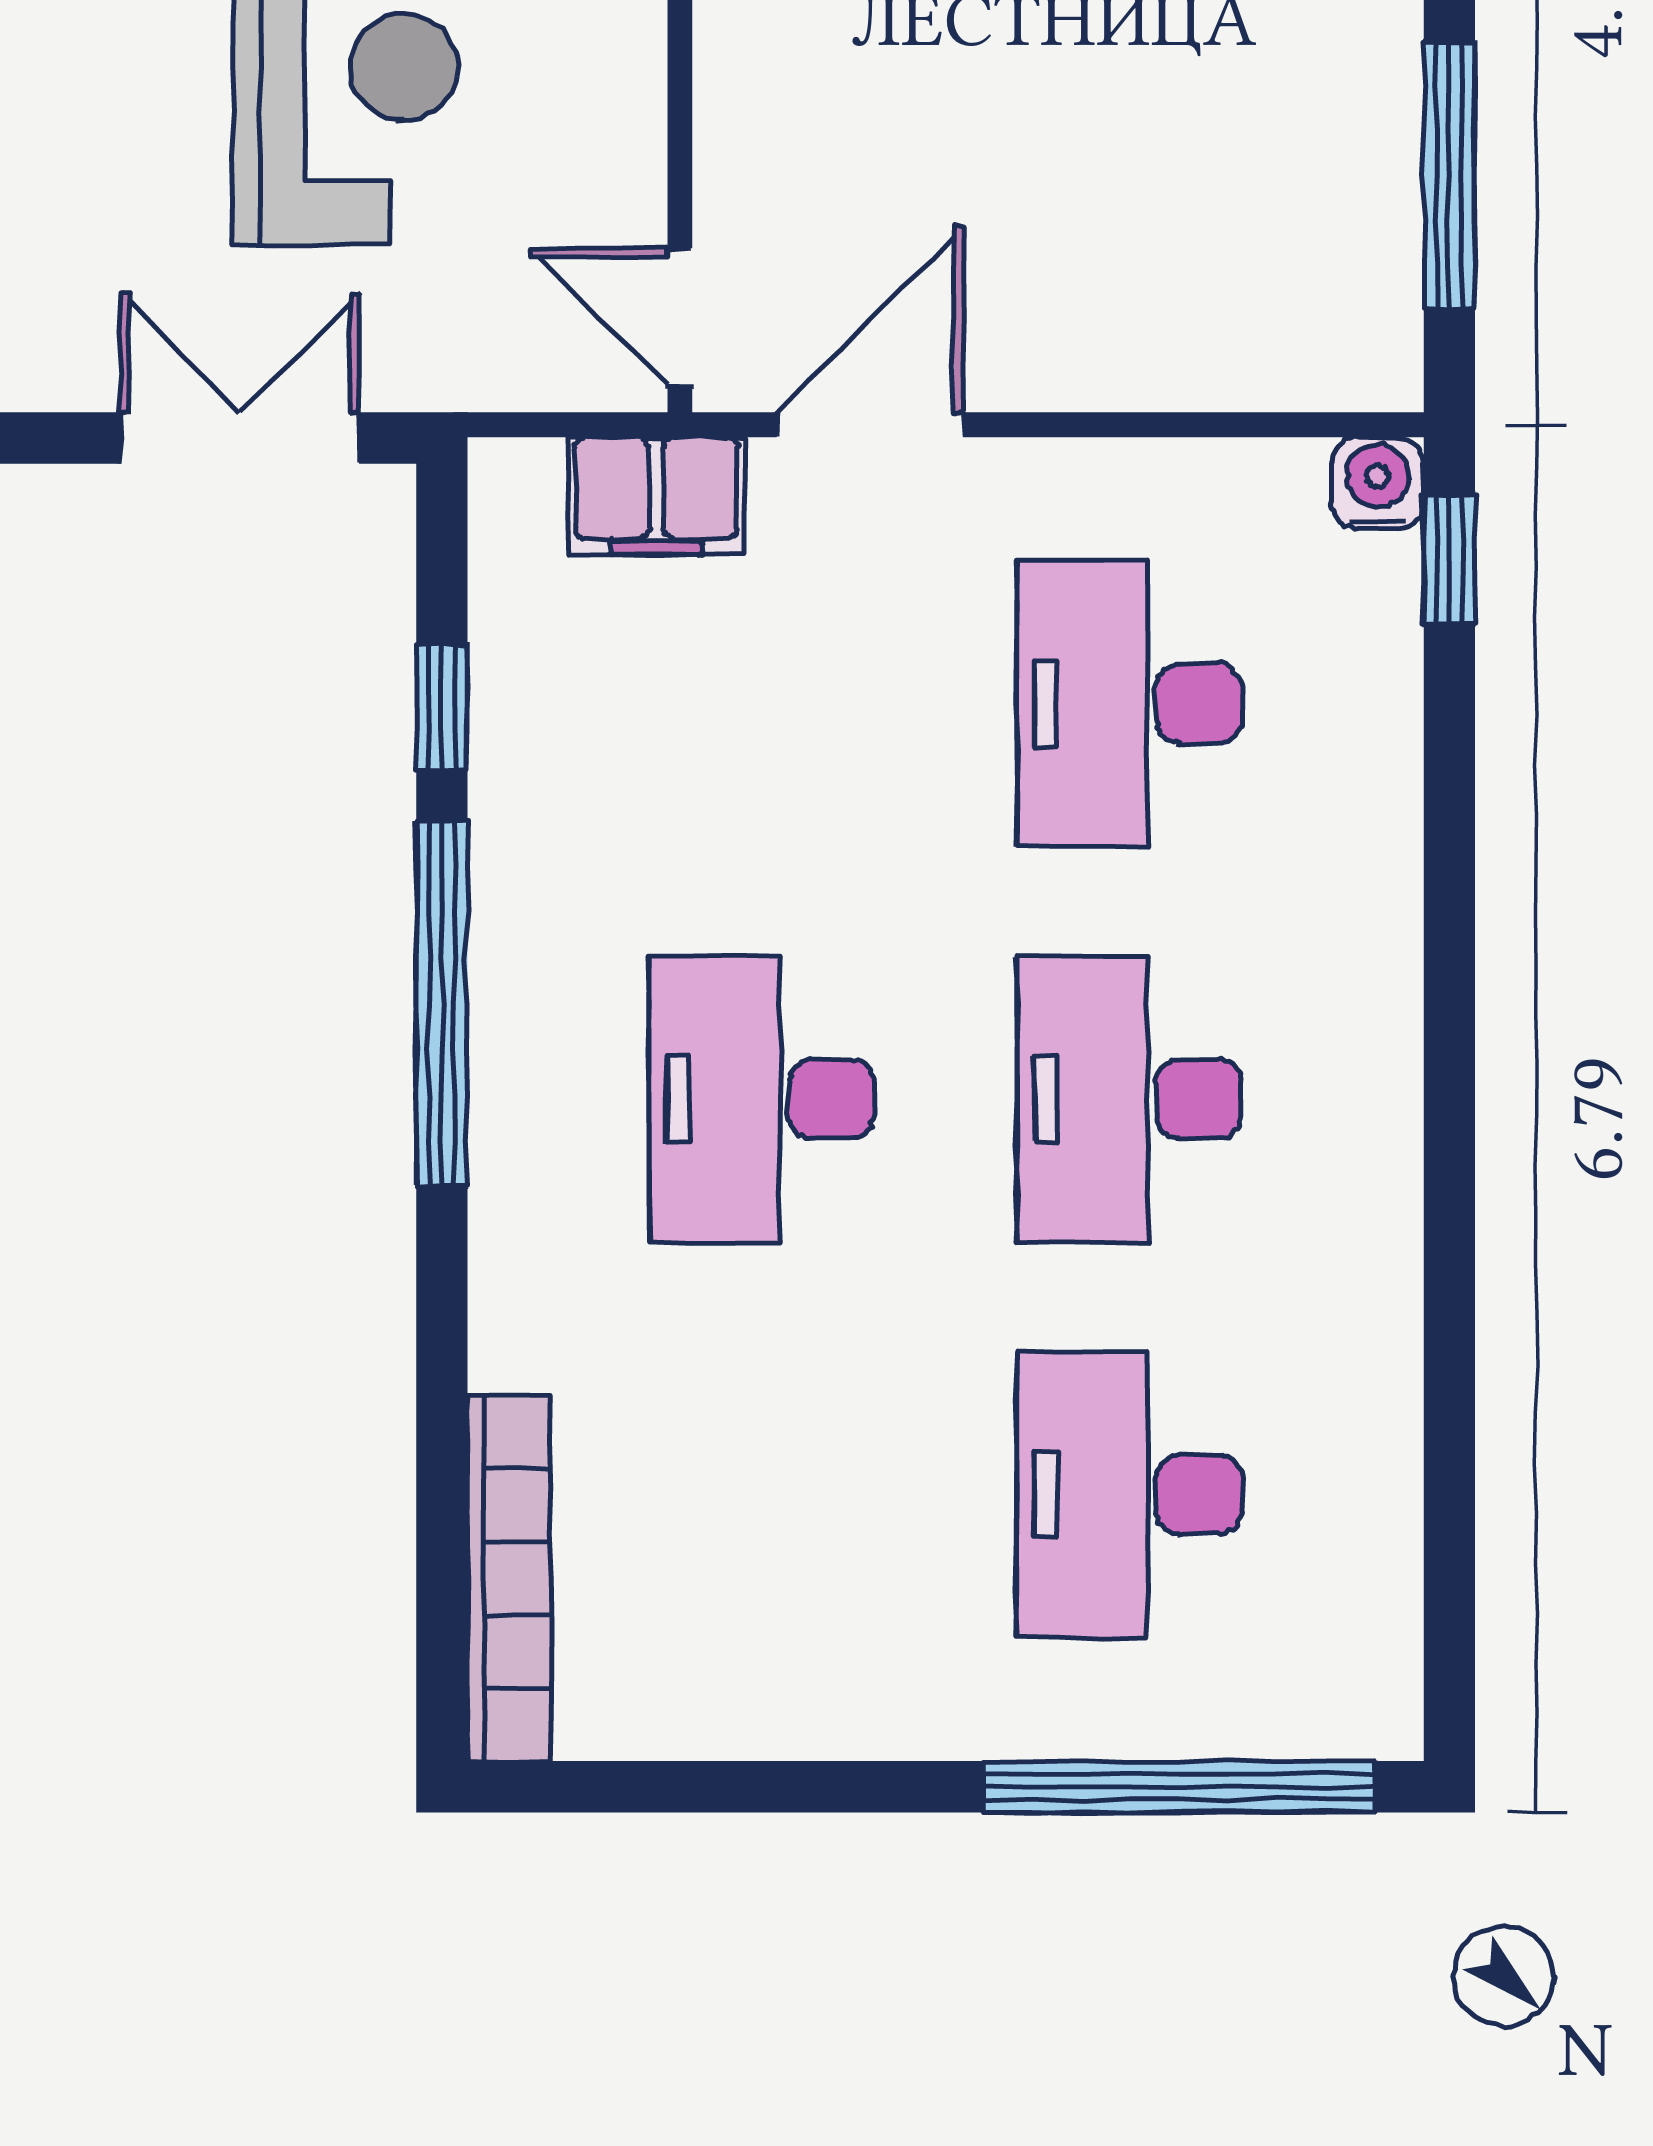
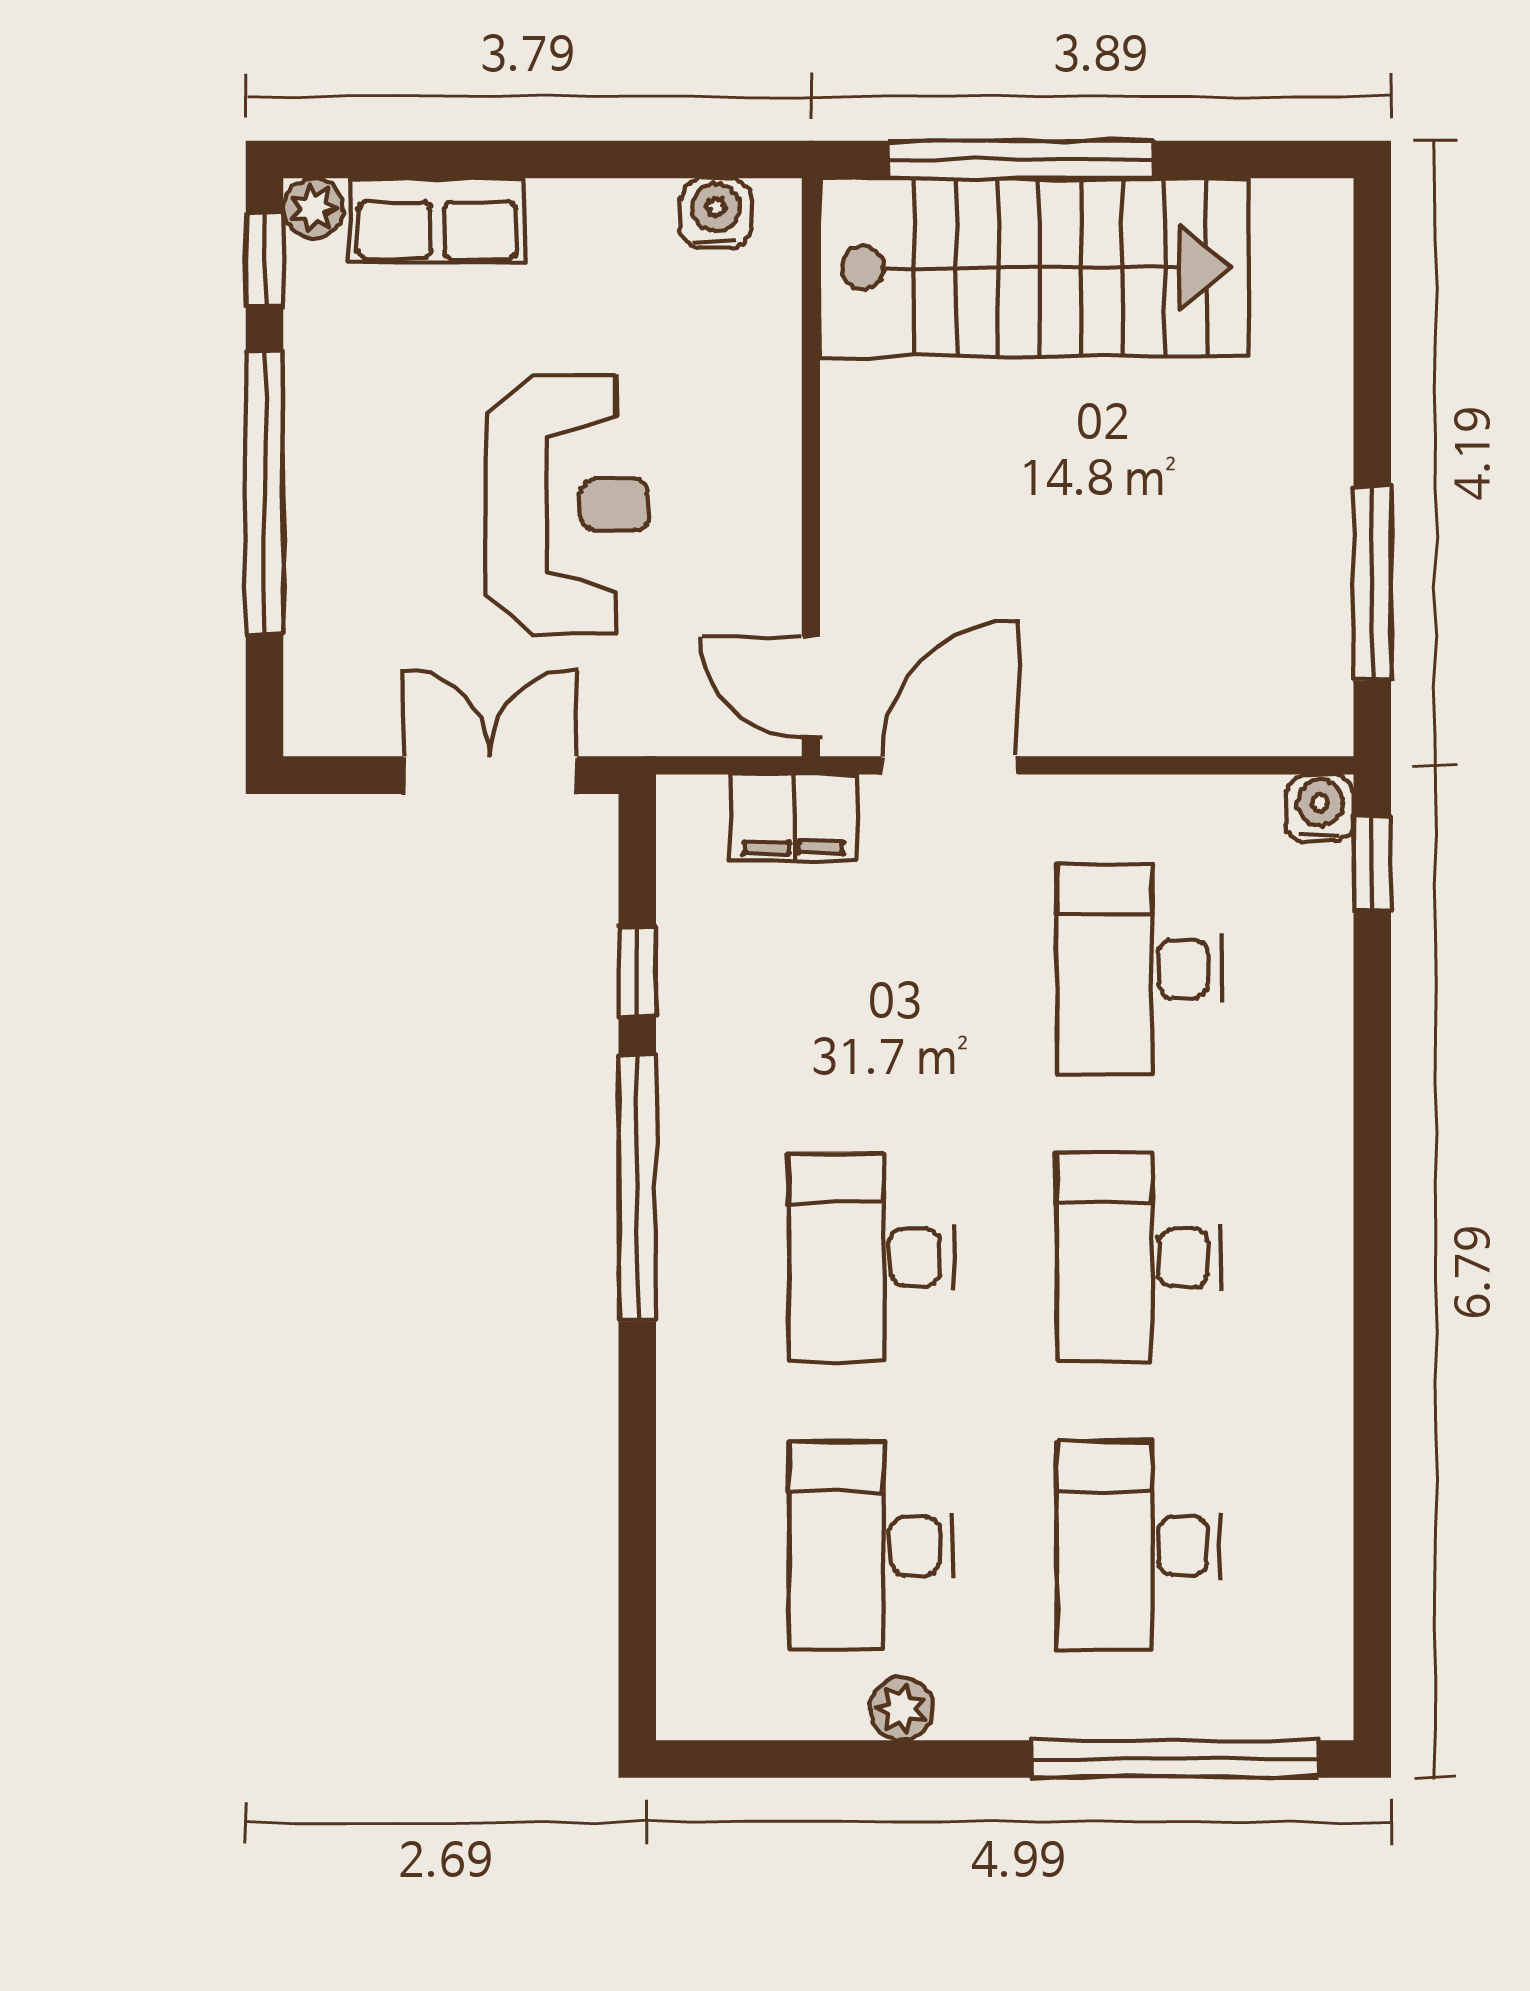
desk: (762, 1495) -> (871, 1546), added
bookcase: (509, 1578) -> (686, 1607), removed
plant: (804, 1718) -> (901, 1709), added

